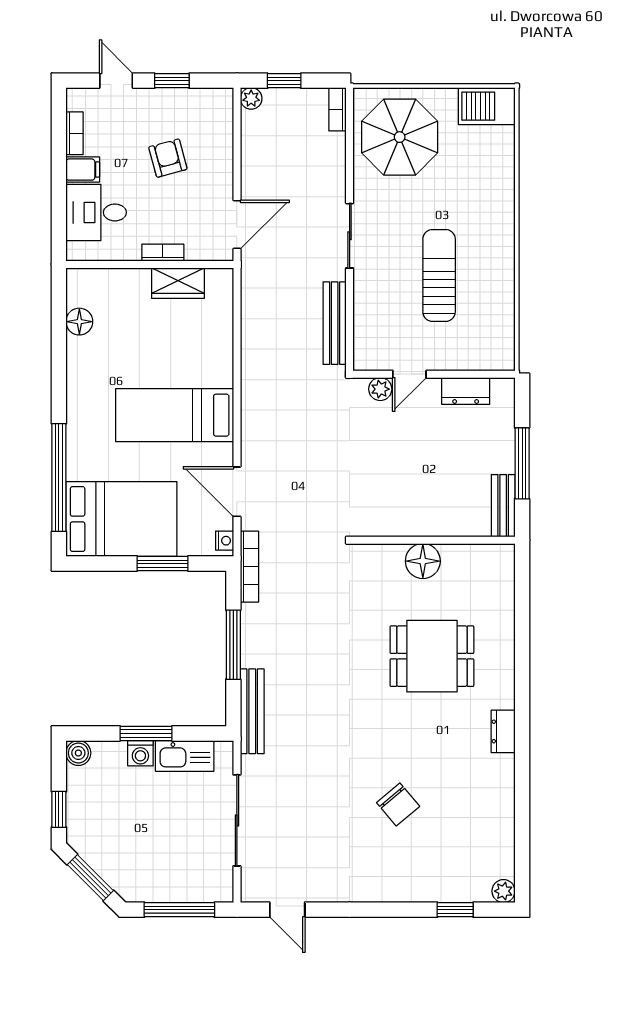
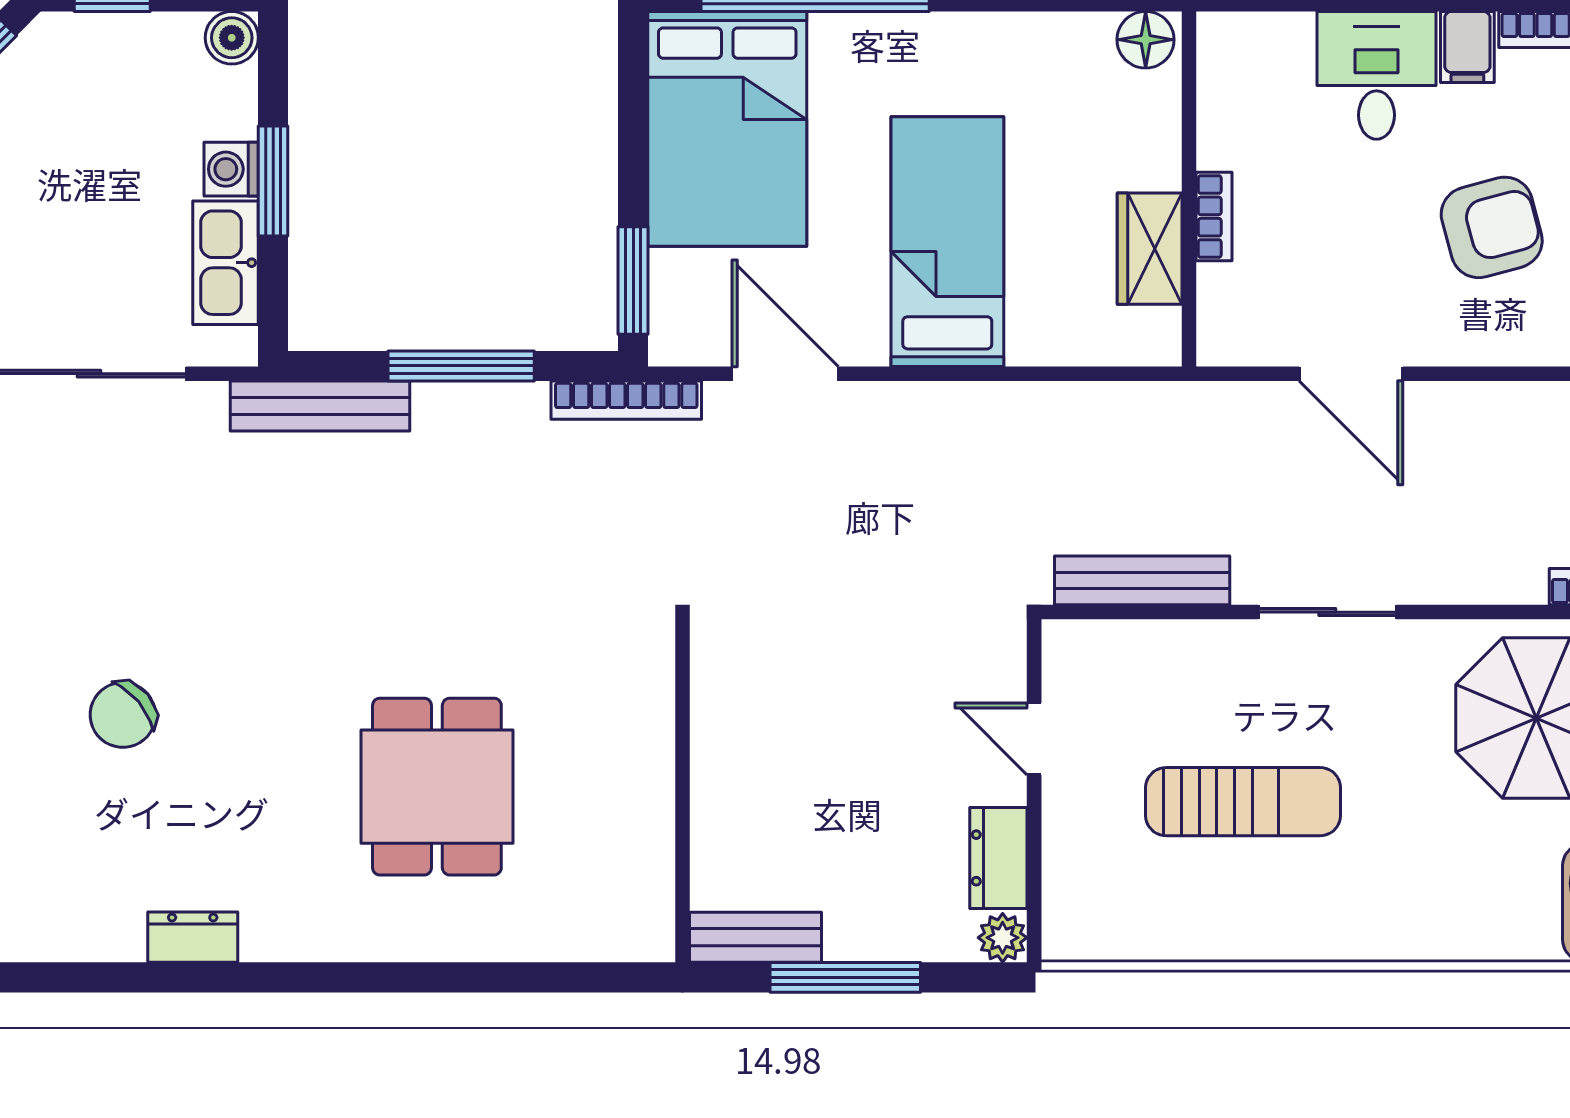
armchair: (168, 158) -> (1492, 227), width x1.38, depth x1.38
bookcase: (163, 253) -> (1214, 217), moved
wall: (150, 264) -> (1189, 189), moved
wardrobe: (178, 283) -> (1150, 249), moved
plant: (380, 389) -> (1003, 938), moved
door: (237, 492) -> (785, 374), hinge flipped
nightstand: (225, 541) -> (681, 347), removed
floor lamp: (423, 561) -> (638, 767), removed
window: (163, 564) -> (633, 280), moved
dresser: (503, 731) -> (193, 937), moved

